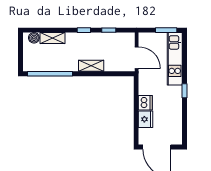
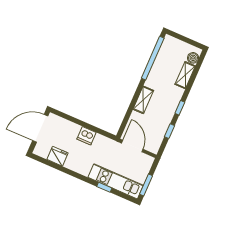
door: (137, 58) -> (132, 146), swing flipped
window: (185, 91) -> (104, 187), moved
fridge: (146, 119) -> (57, 156), moved, turned 180

